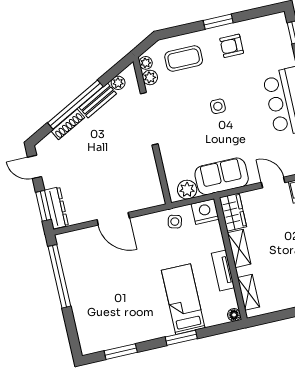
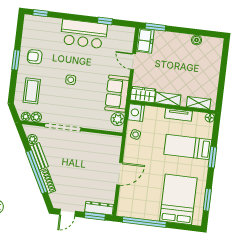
armchair: (232, 46) -> (35, 57), turned 90
door: (273, 182) -> (133, 62), hinge flipped
bed: (107, 312) -> (178, 199), added

